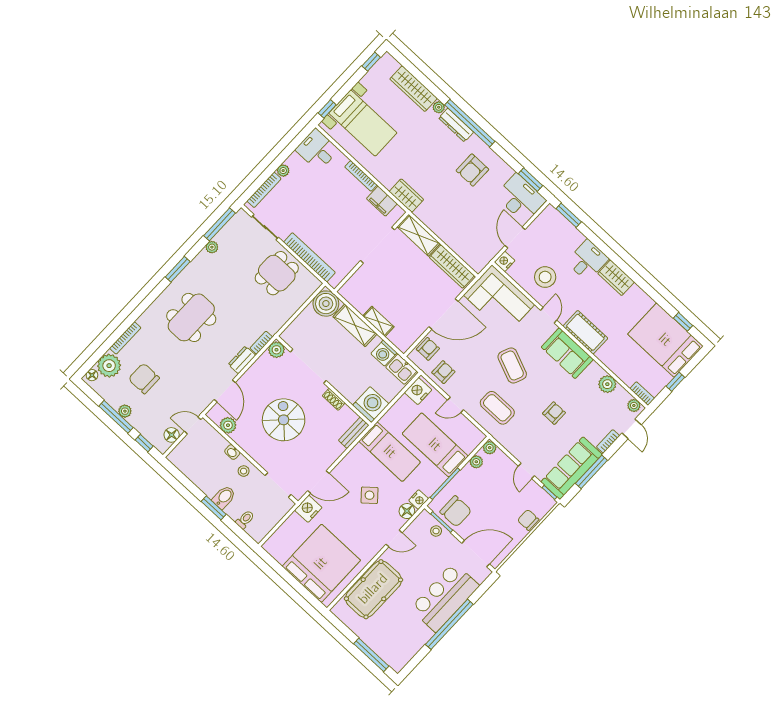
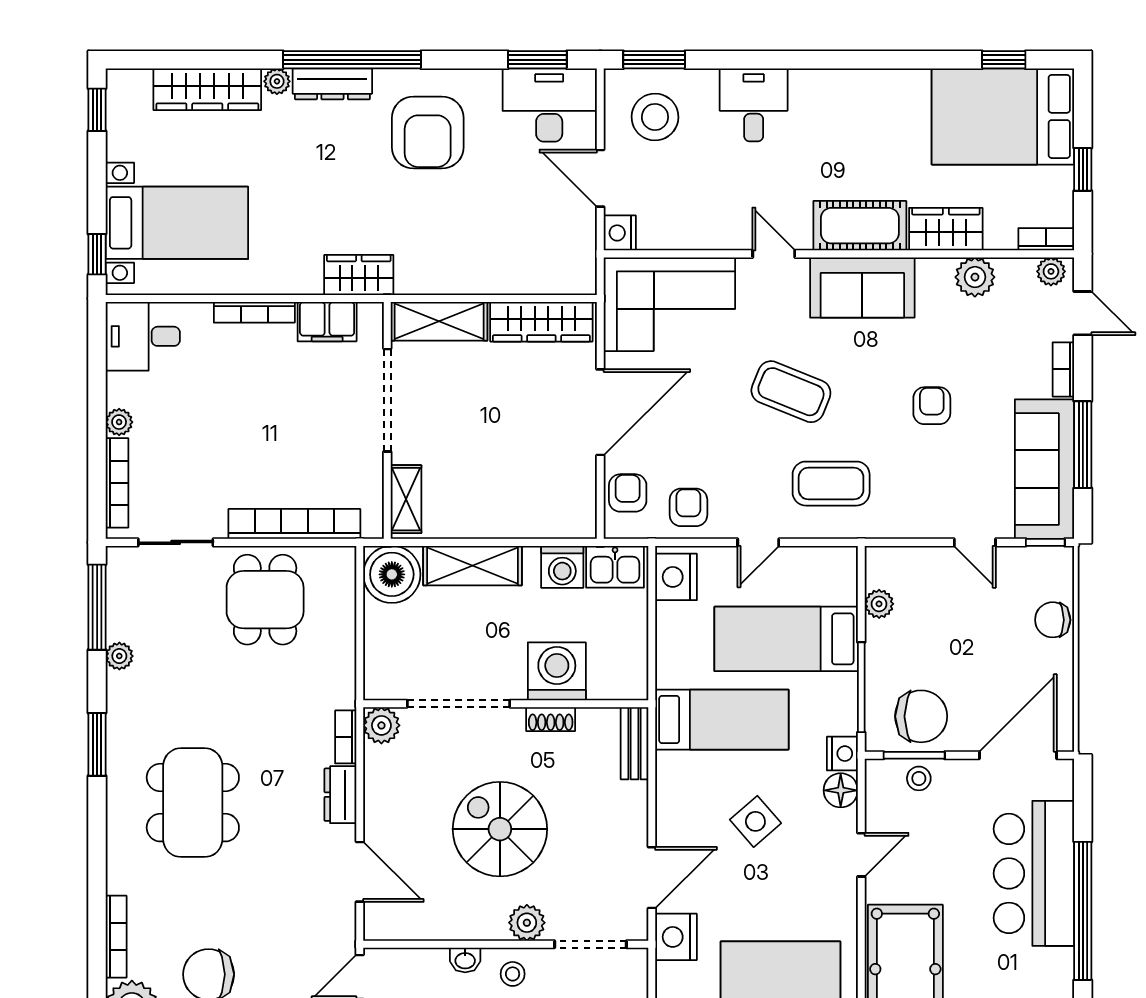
armchair: (472, 170) -> (428, 133), width x1.36, depth x1.36
stool: (545, 277) -> (655, 117), moved
wardrobe: (616, 278) -> (946, 229), moved, turned 180
shelving: (378, 321) -> (406, 499), moved, turned 90
washing machine: (371, 405) -> (557, 671), moved
plant: (228, 425) -> (527, 923), moved
plant: (490, 448) -> (879, 560), removed

